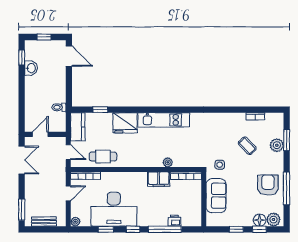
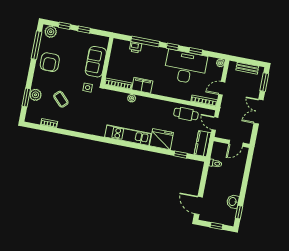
double door: (22, 160) -> (259, 112), moved
window: (287, 188) -> (36, 45), moved
floor lamp: (260, 220) -> (63, 34), removed

